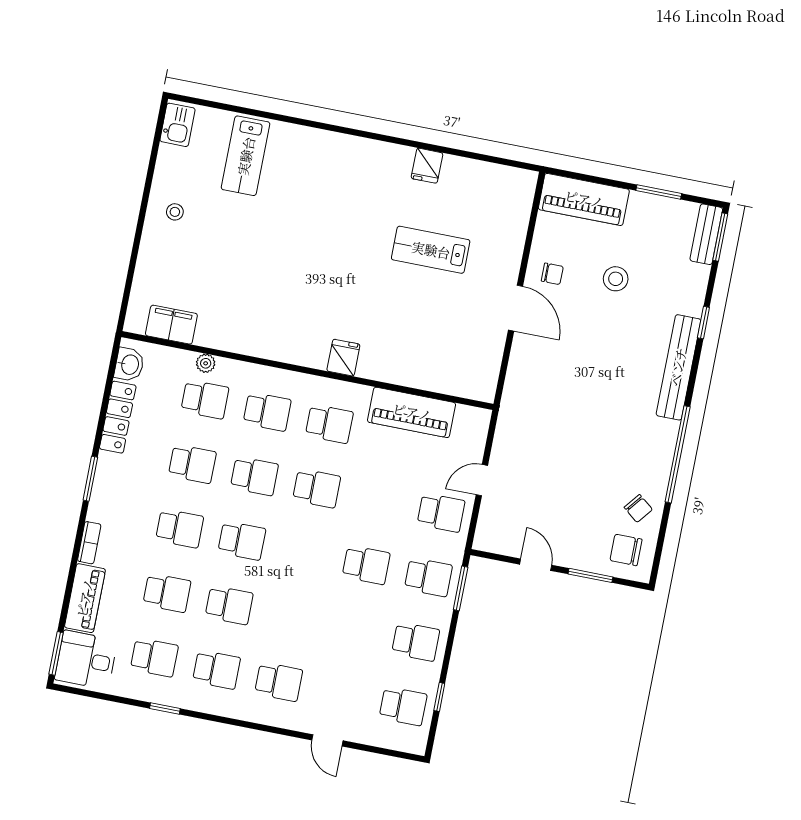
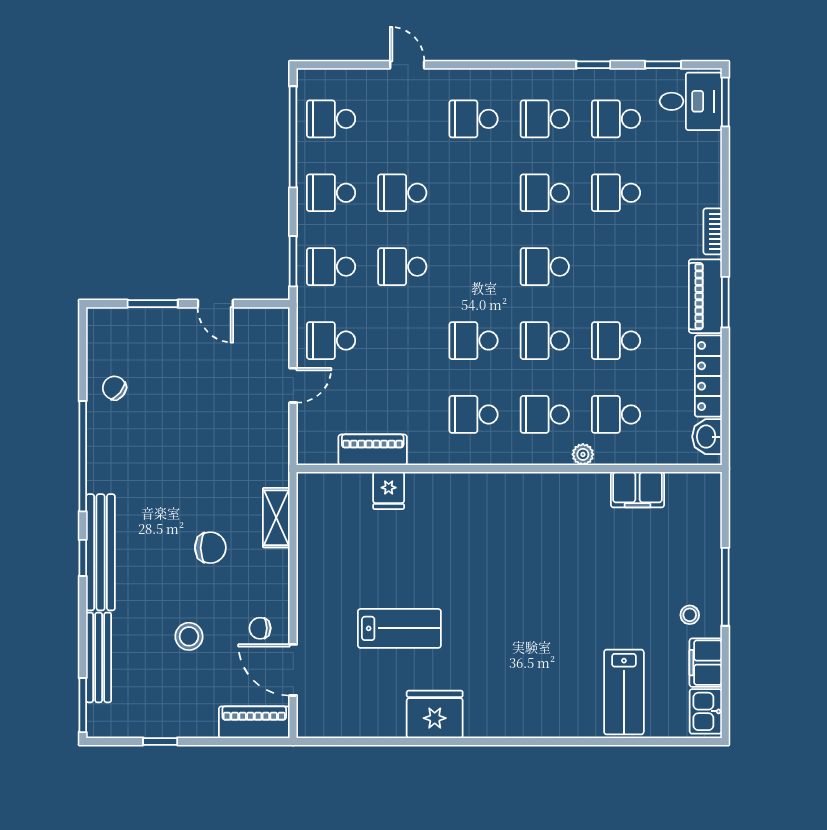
lab bench: (246, 156) -> (624, 692), turned 180
fridge: (427, 166) -> (435, 714), width x1.88, depth x1.34
filing cabinet: (169, 167) -> (706, 663), added
window: (659, 192) -> (160, 741), width x0.67
piano: (584, 199) -> (254, 722), width x0.73, depth x0.75
window: (139, 230) -> (725, 587), added
bench: (706, 234) -> (99, 657), moved, width x1.36
door: (516, 308) -> (293, 670), moved
window: (703, 323) -> (83, 558), moved
filing cabinet: (171, 325) -> (637, 490), moved
fridge: (343, 358) -> (389, 490), moved
plant: (206, 363) -> (583, 454), moved
shelving: (519, 367) -> (276, 518), added
piano: (412, 412) -> (373, 450), width x0.73, depth x0.75
school desk: (180, 528) -> (402, 193), moved
chair: (626, 550) -> (210, 548), moved
piano: (85, 598) -> (705, 296), moved
window: (104, 697) -> (663, 65), added
window: (439, 697) -> (293, 137), width x3.17

